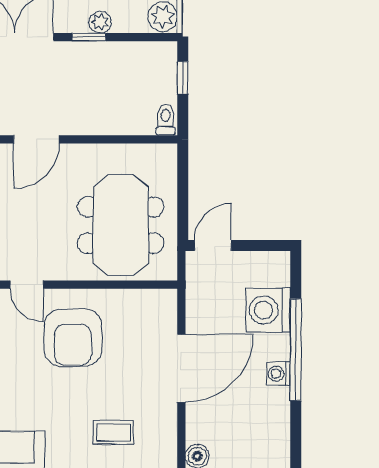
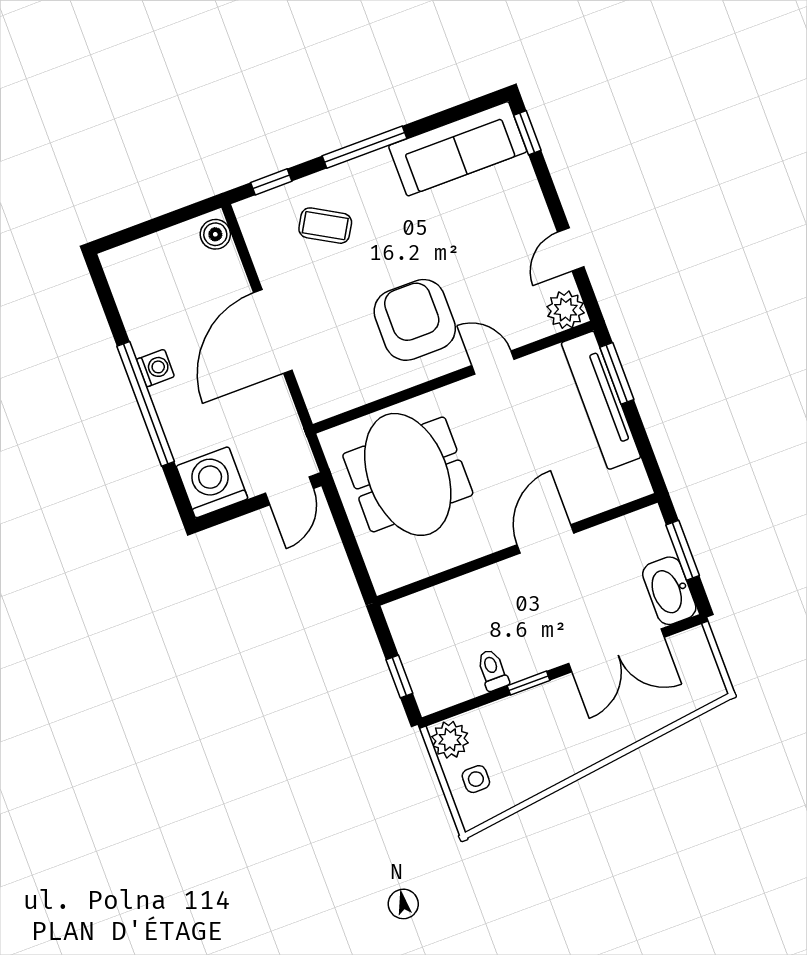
plant: (100, 22) -> (522, 706), removed
toilet: (166, 120) -> (493, 670), moved, turned 180
washing machine: (268, 310) -> (212, 482), moved, turned -90
coffee table: (113, 432) -> (325, 226), turned 30

